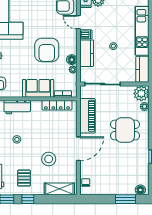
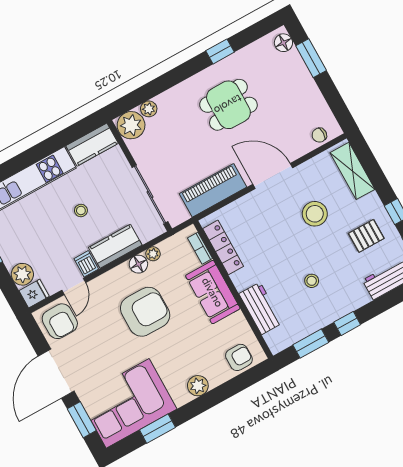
dining table: (125, 130) -> (228, 105), moved, turned 90

